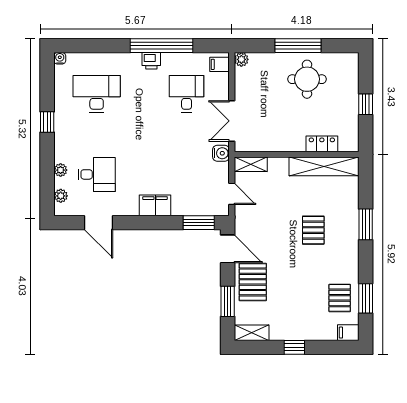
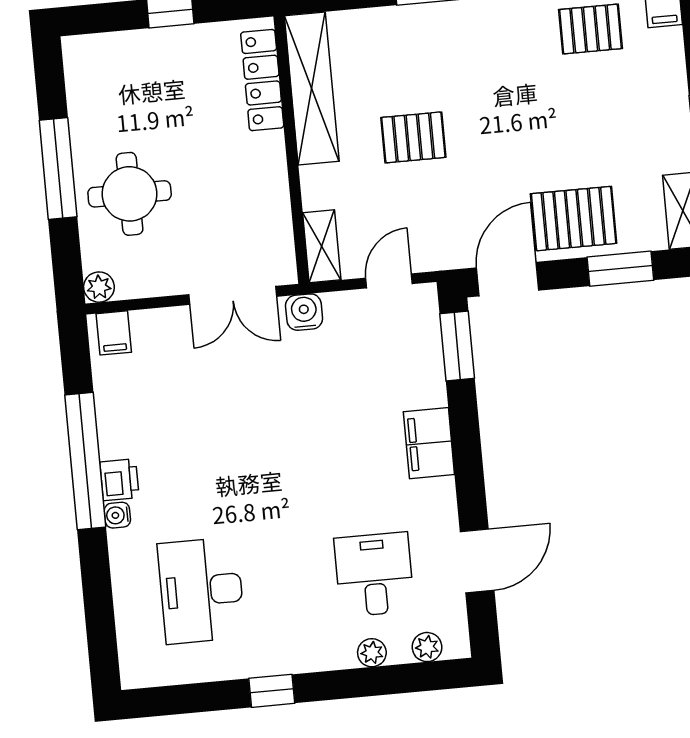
water cooler: (60, 58) -> (117, 515), moved
round table: (307, 79) -> (130, 194), moved
desk: (187, 94) -> (183, 398), removed
locker: (322, 144) -> (262, 80), width x1.53
pallet: (313, 230) -> (413, 137), moved

